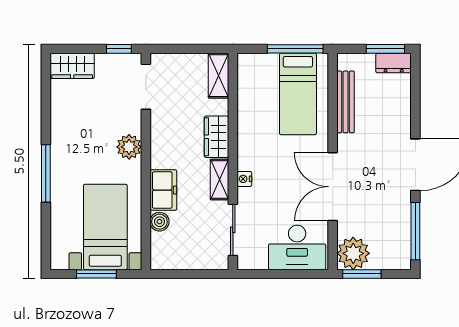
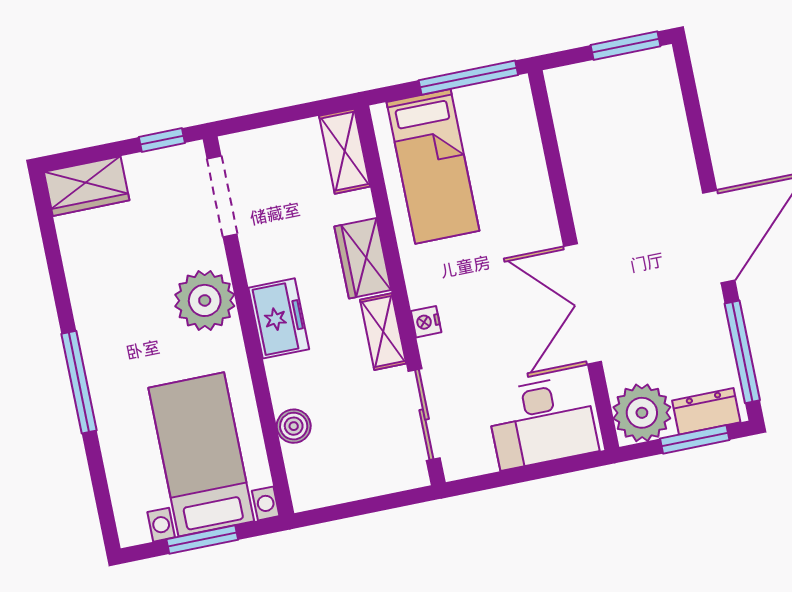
dresser: (394, 63) -> (706, 411), moved, turned 180
bed: (298, 94) -> (433, 166), moved
bench: (346, 102) -> (575, 152), removed
plant: (129, 147) -> (205, 300), width x1.36, depth x1.36
freezer: (163, 190) -> (279, 318), moved
window: (362, 274) -> (695, 439), moved

